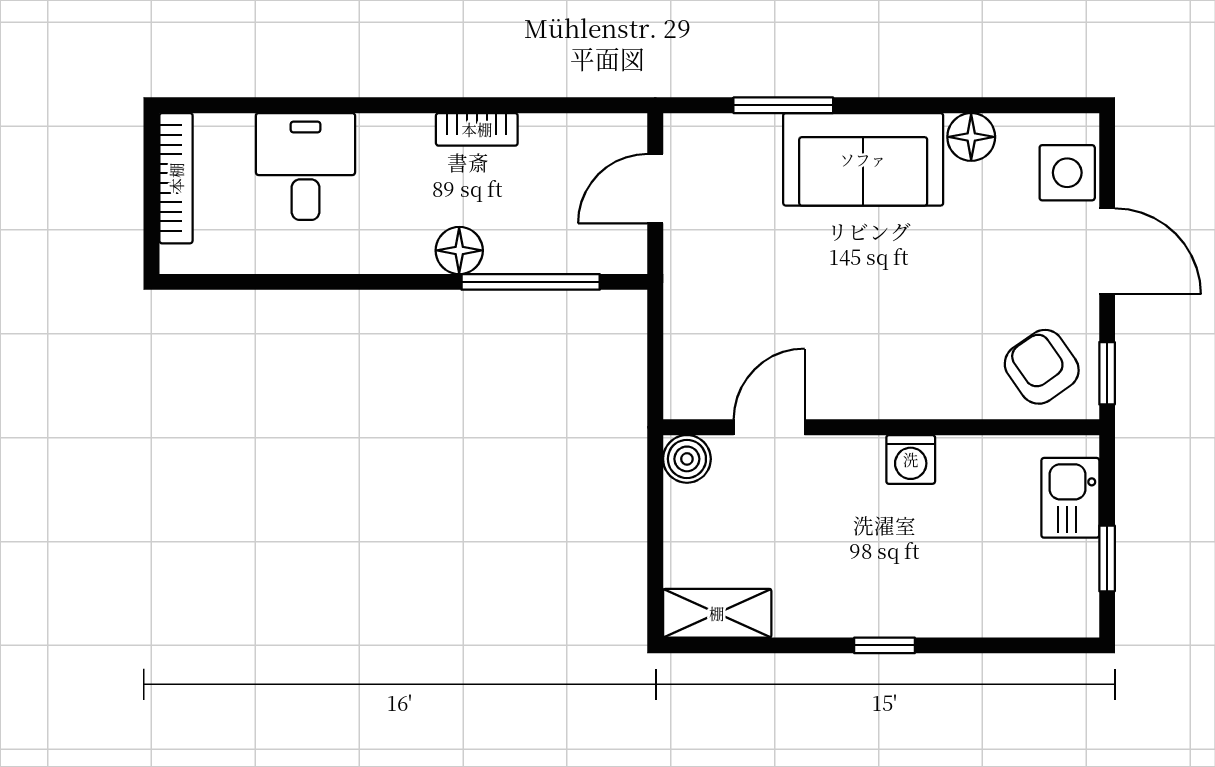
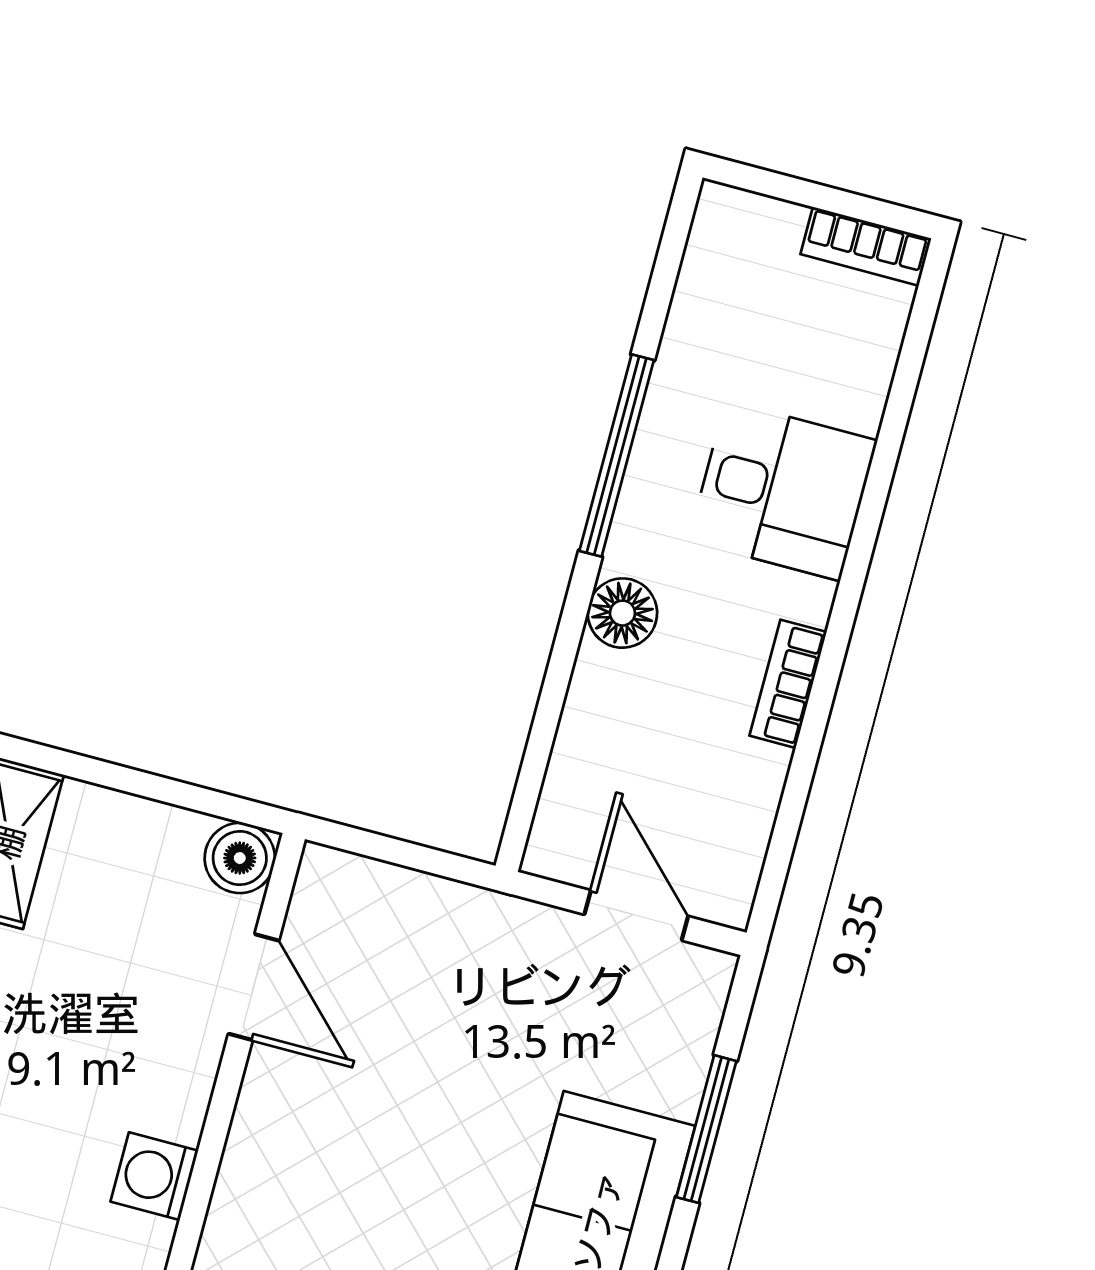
desk: (305, 167) -> (783, 491), moved
bookcase: (176, 178) -> (866, 246), width x0.64
window: (531, 282) -> (617, 456), moved

